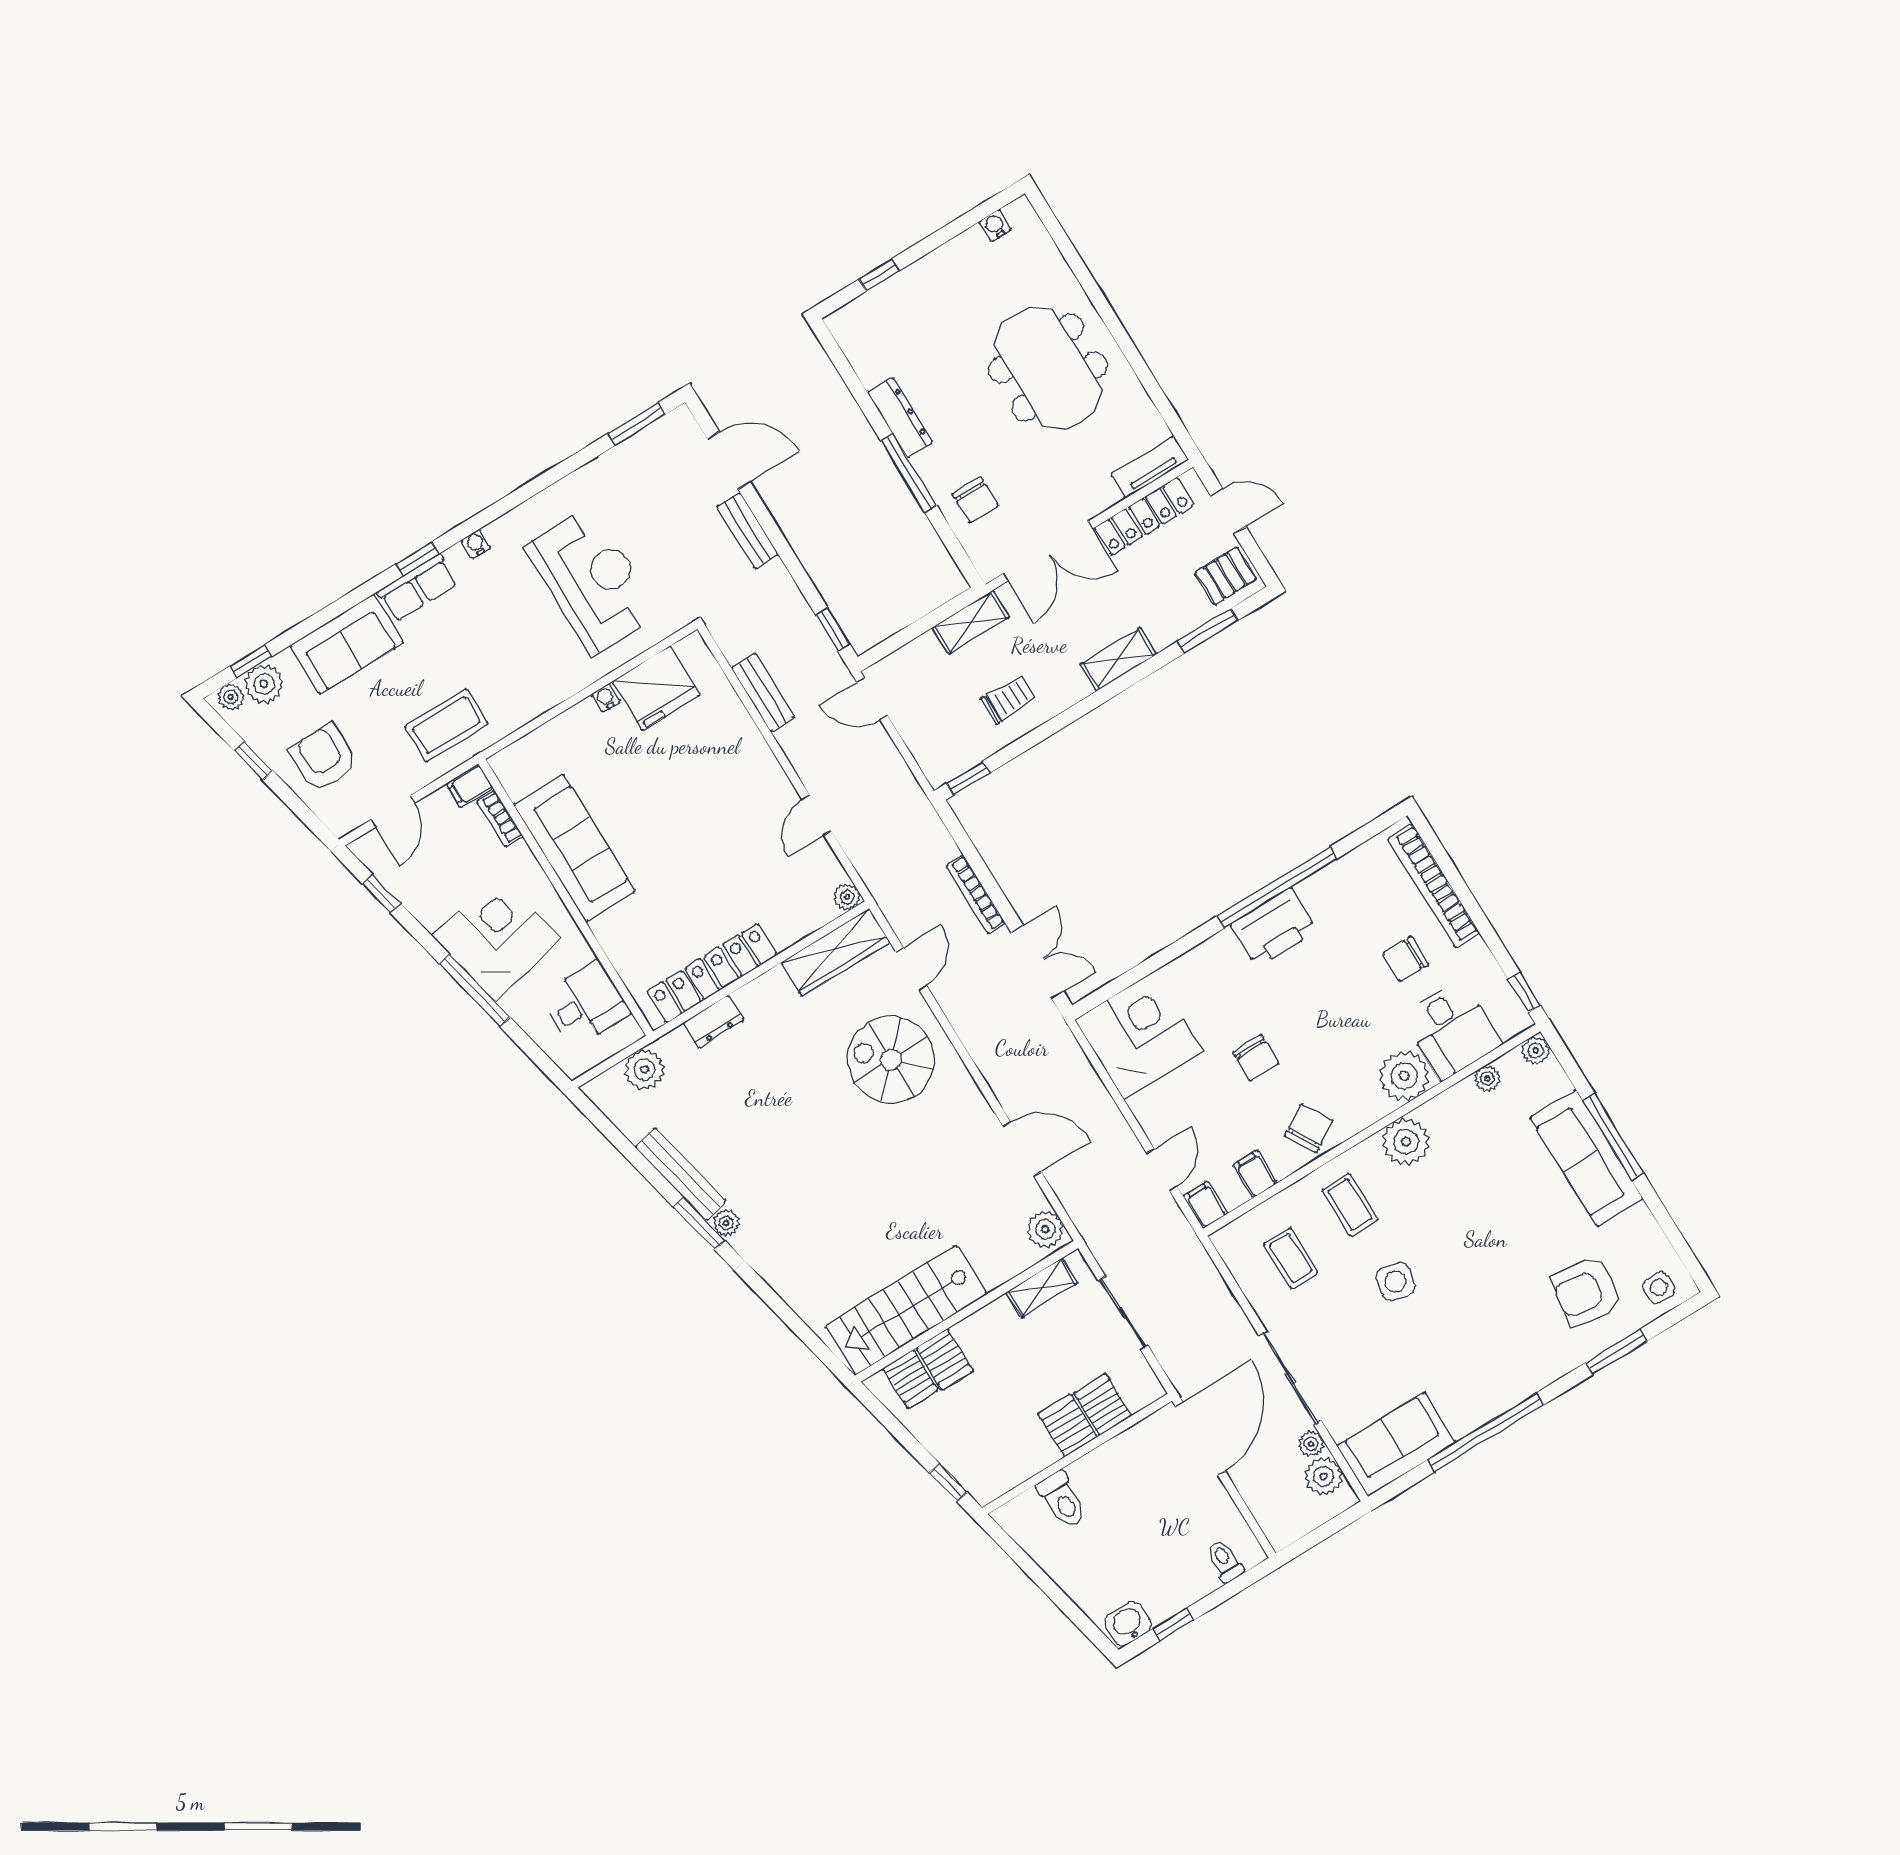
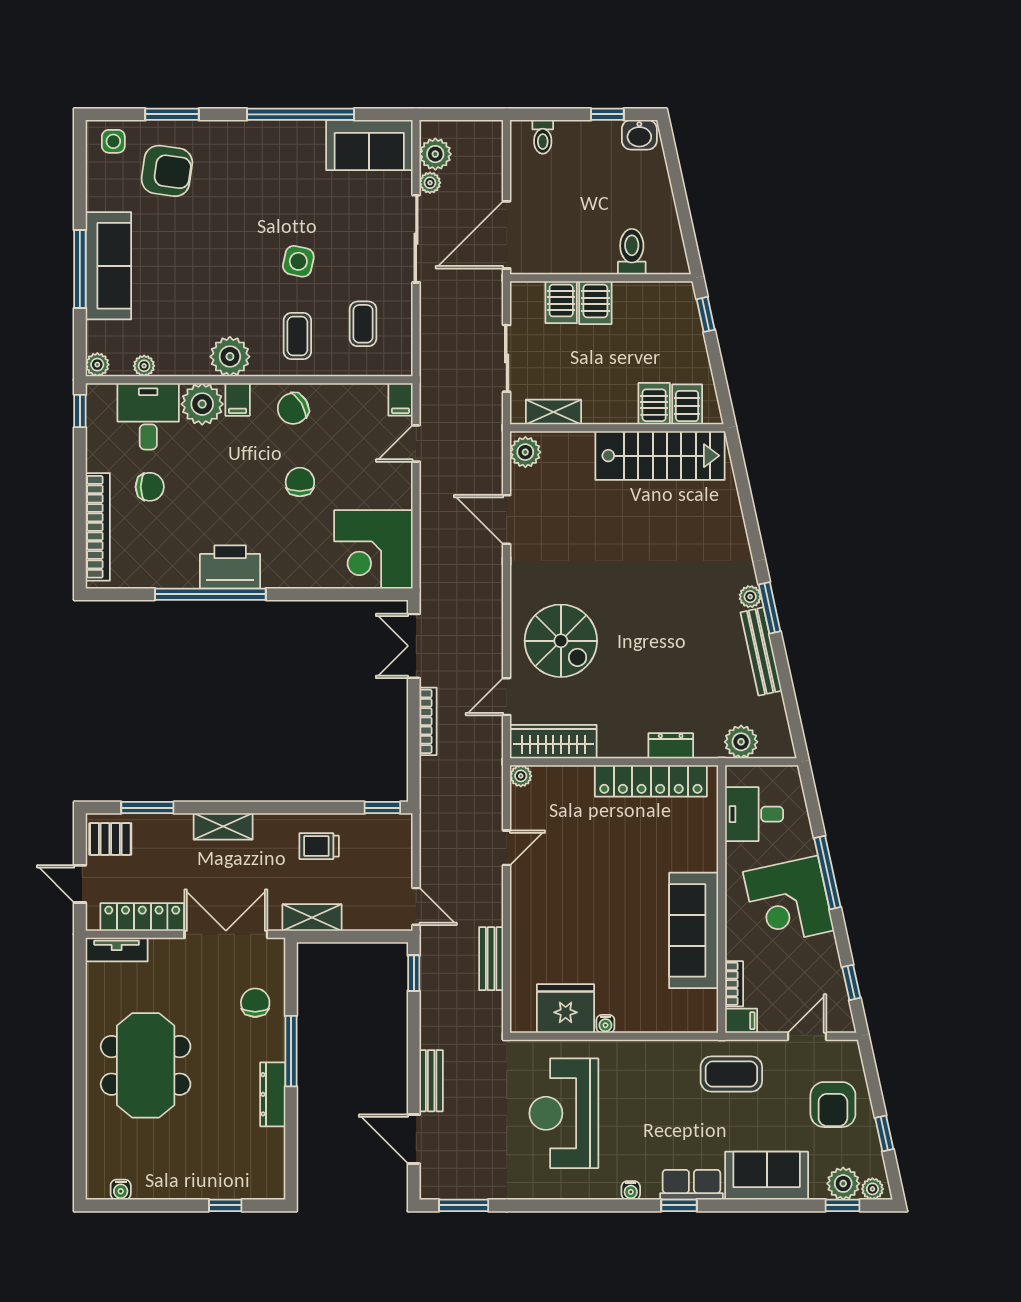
filing cabinet: (1255, 1174) -> (238, 399), moved

